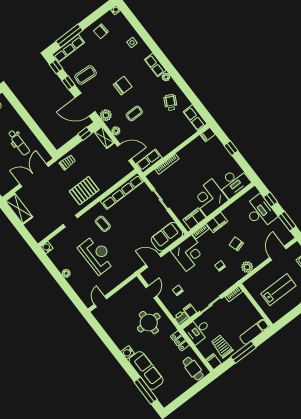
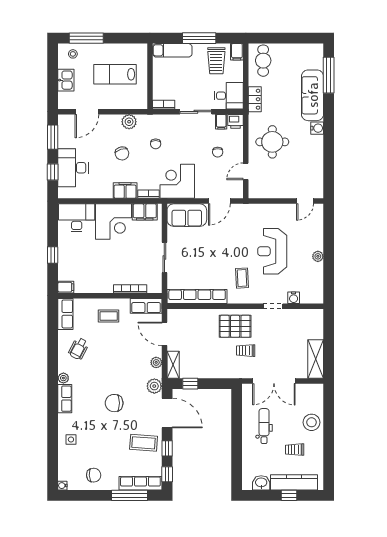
coffee table: (134, 113) -> (109, 316), moved
trolley: (67, 162) -> (246, 351), moved
water cooler: (47, 248) -> (294, 298), moved
door: (153, 261) -> (219, 201), hinge flipped

